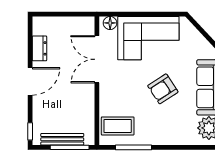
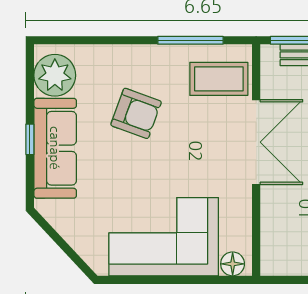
double door: (97, 59) -> (256, 142), moved
armchair: (163, 89) -> (136, 113), moved, turned 53

